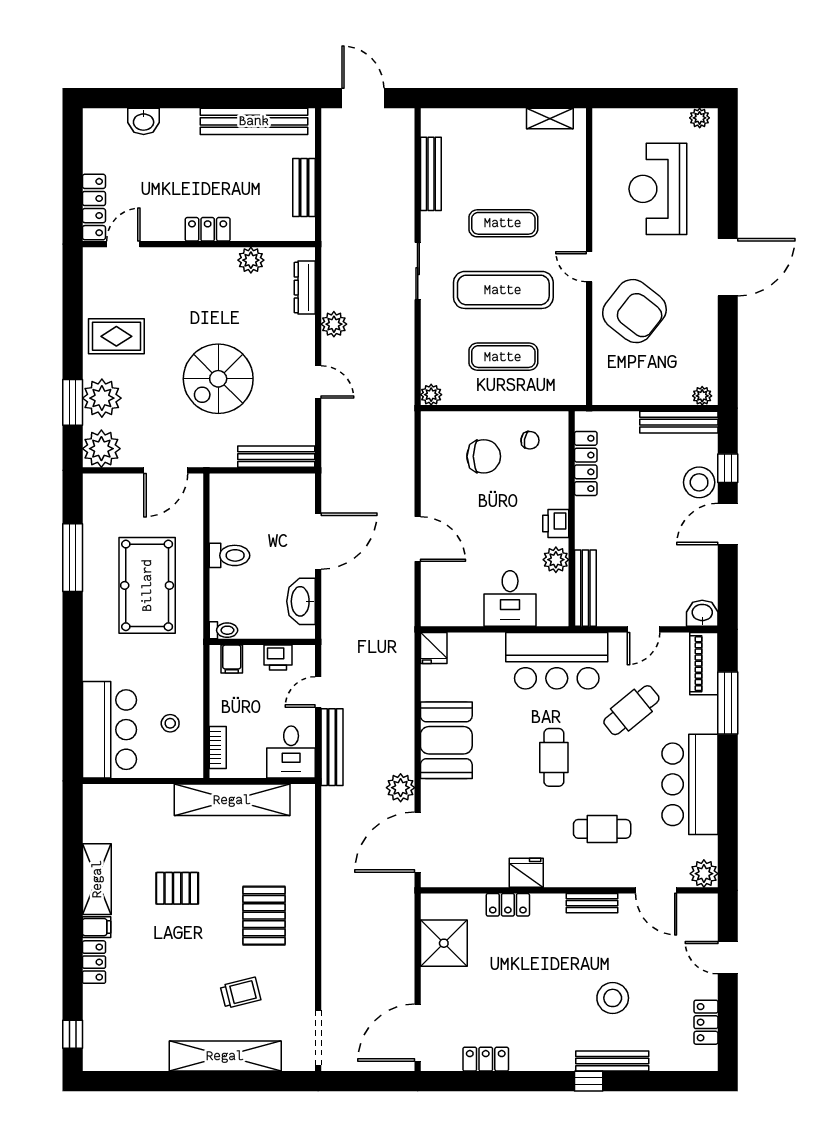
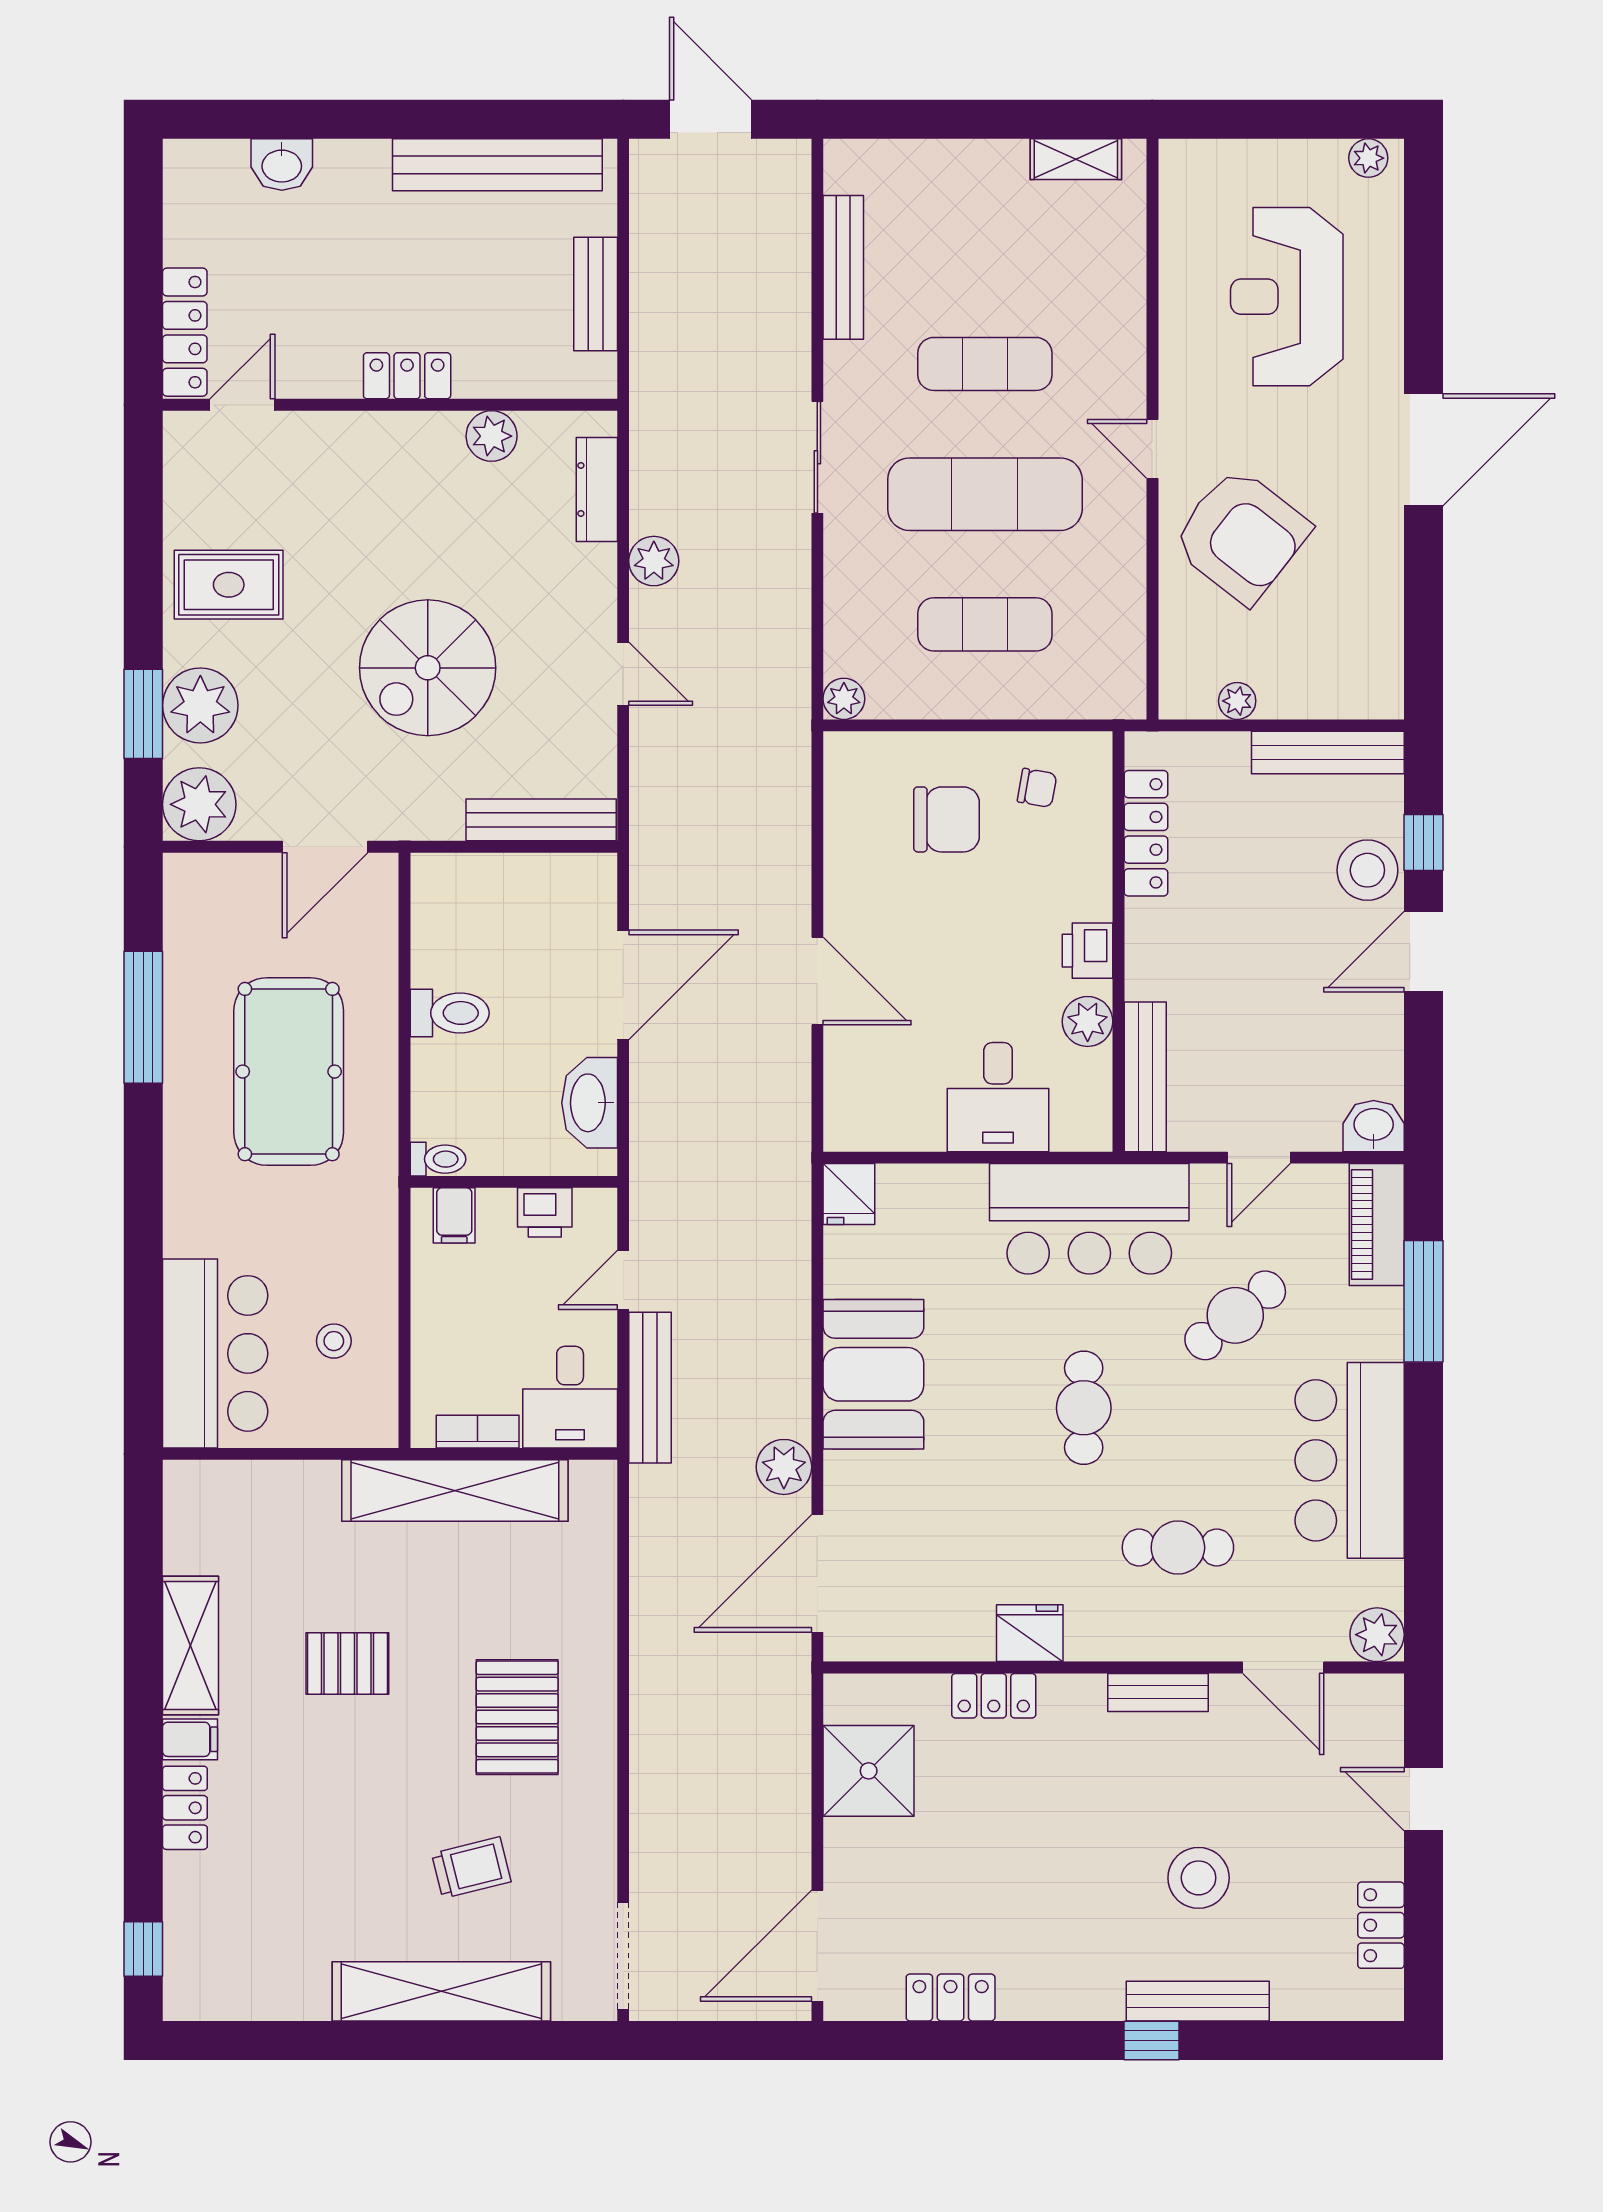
plant: (702, 396) -> (1237, 701), moved
bookcase: (218, 748) -> (478, 1432), moved, turned -90

